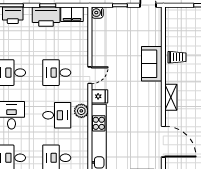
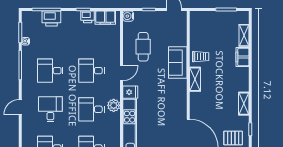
printer: (46, 17) -> (88, 17), width x0.53, depth x0.68
cafe table: (114, 46) -> (143, 47), added
shelving: (171, 97) -> (195, 79), moved
desk: (57, 115) -> (91, 109), turned 180

